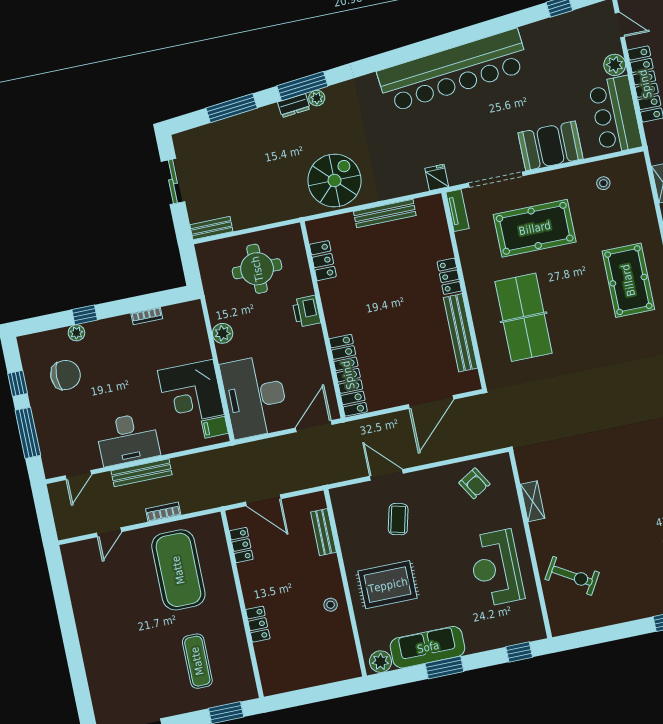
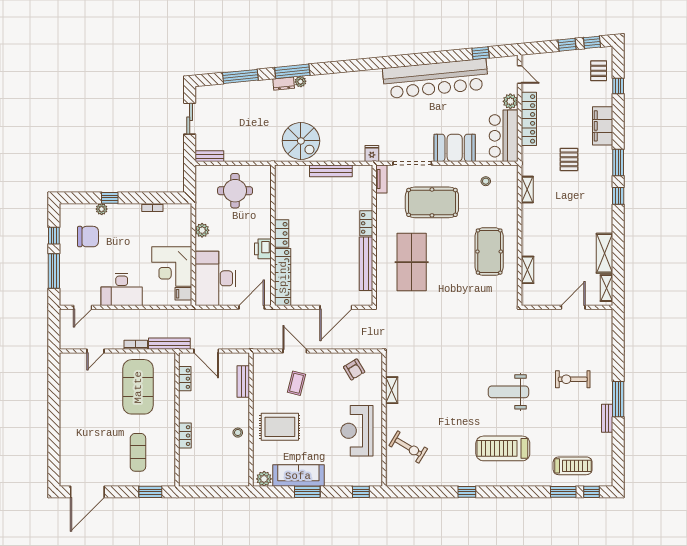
bar counter: (453, 71) -> (436, 79), moved
spiral stairs: (334, 180) -> (301, 141), turned 90
locker: (323, 261) -> (282, 233), moved
printer: (306, 311) -> (263, 249), moved
bench: (142, 473) -> (169, 344), moved

